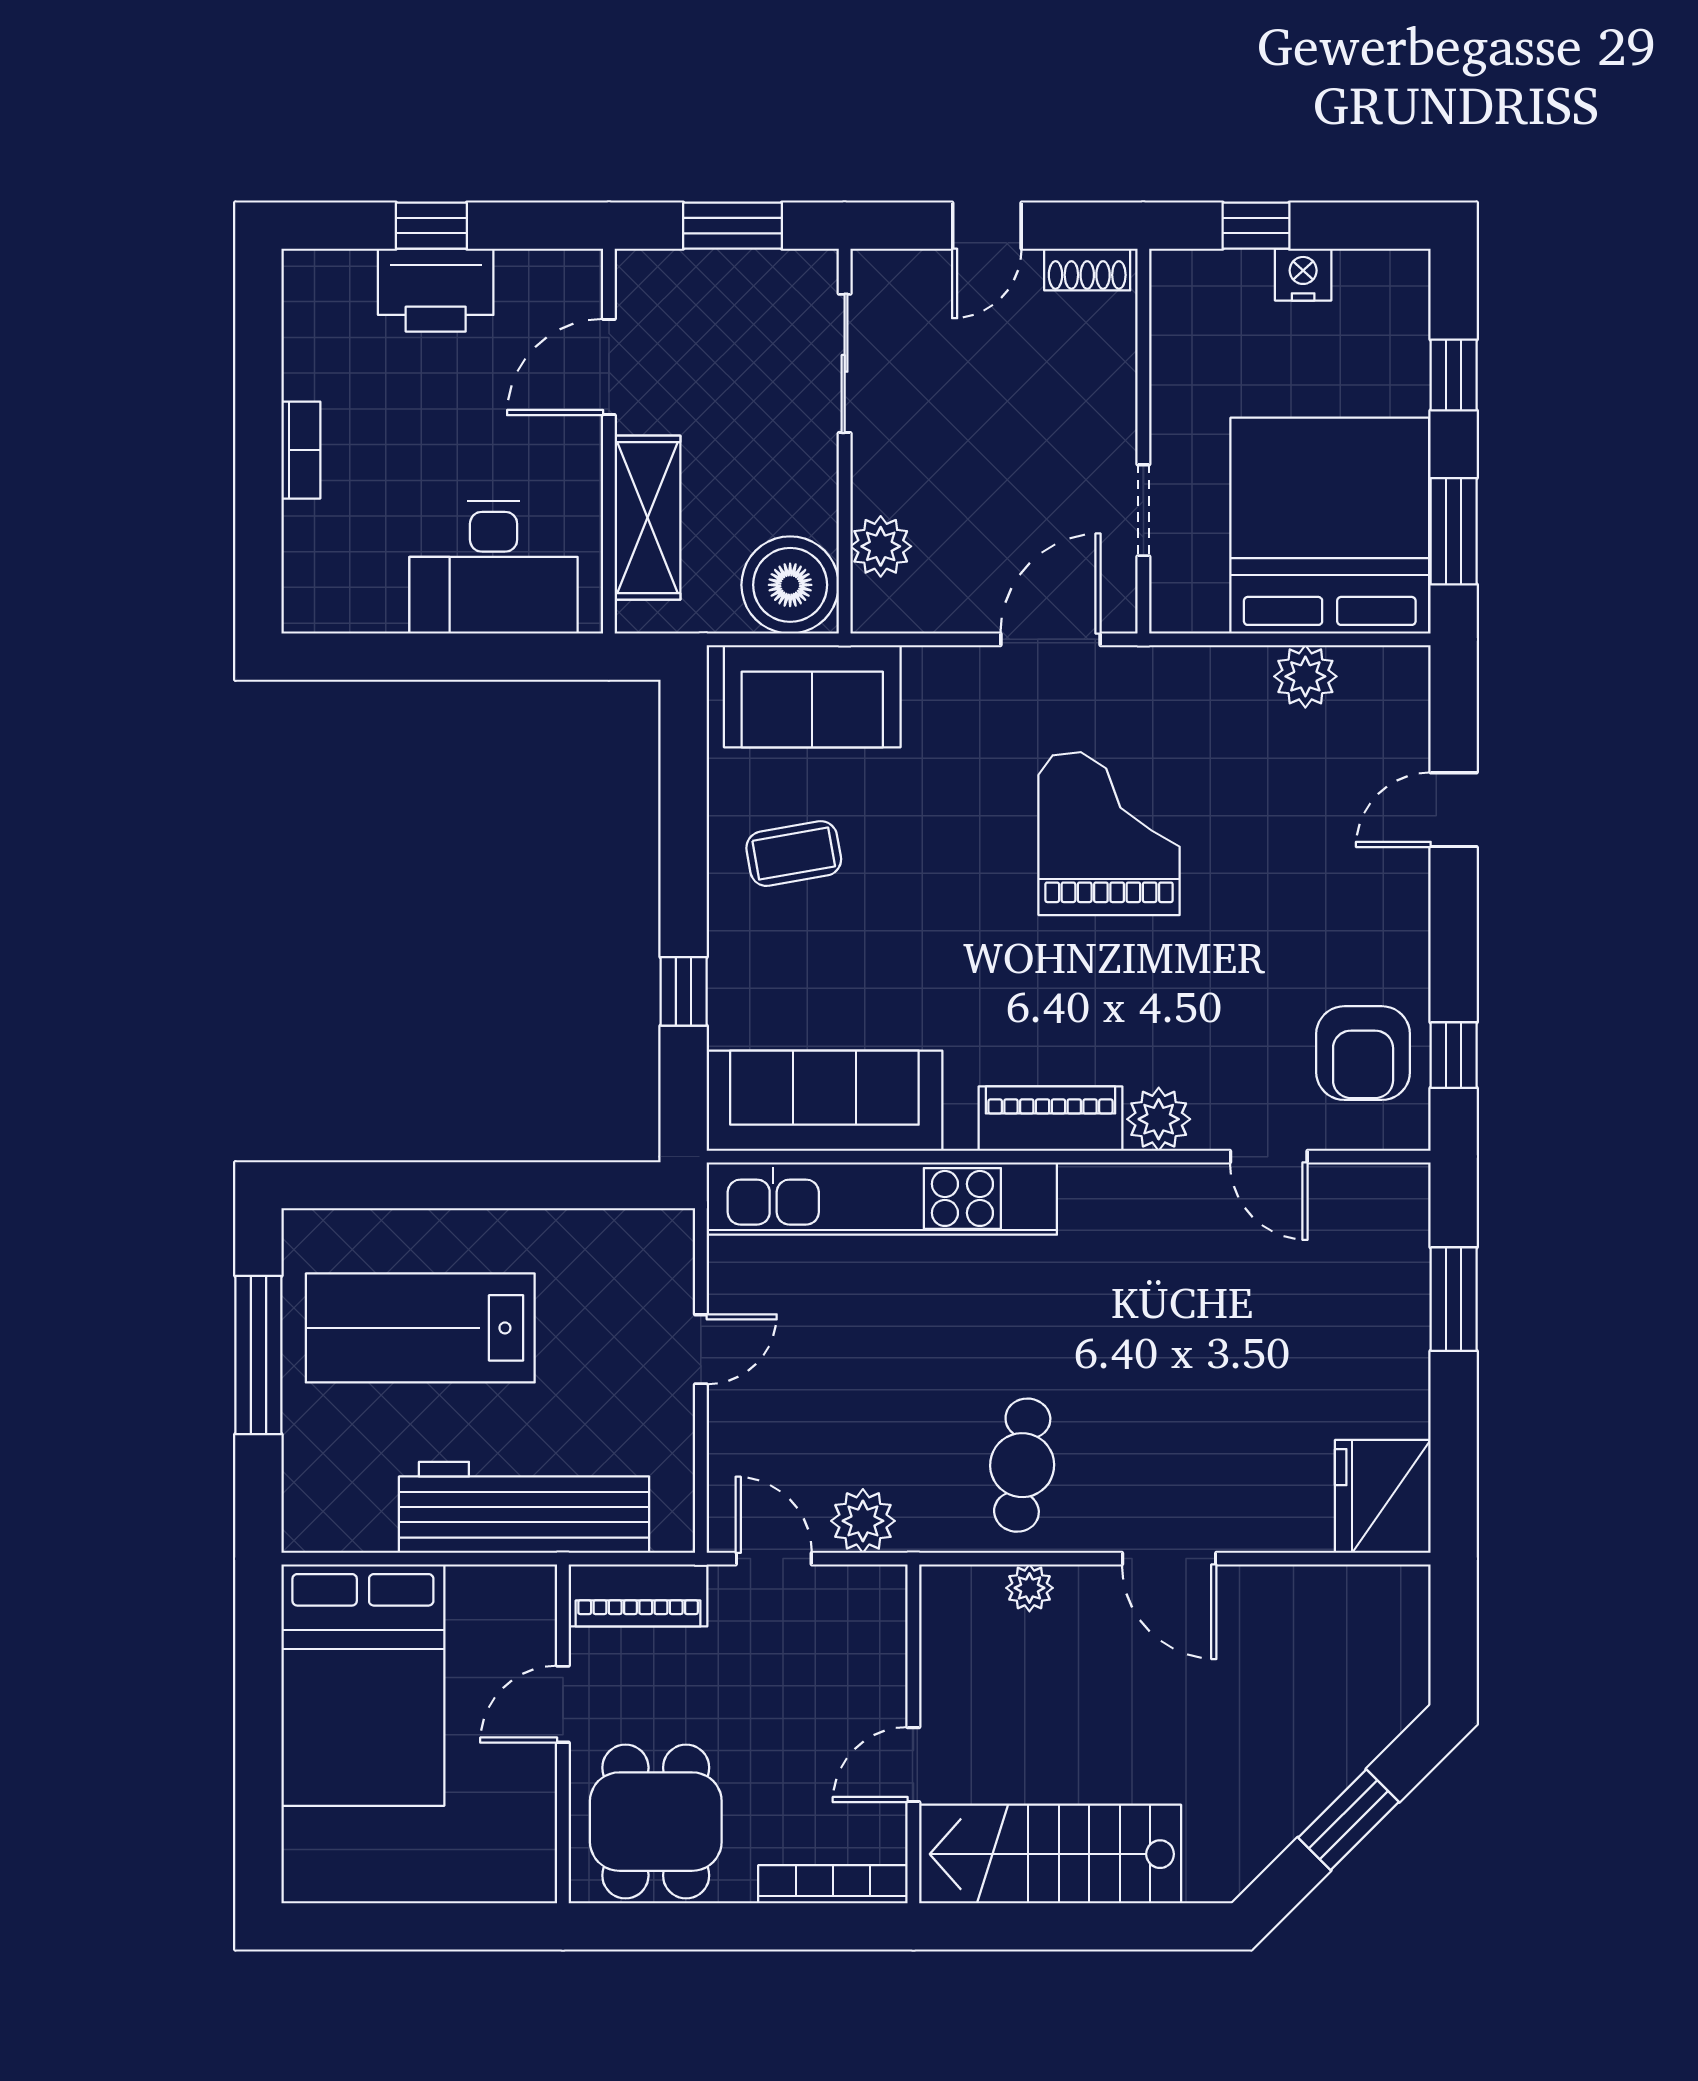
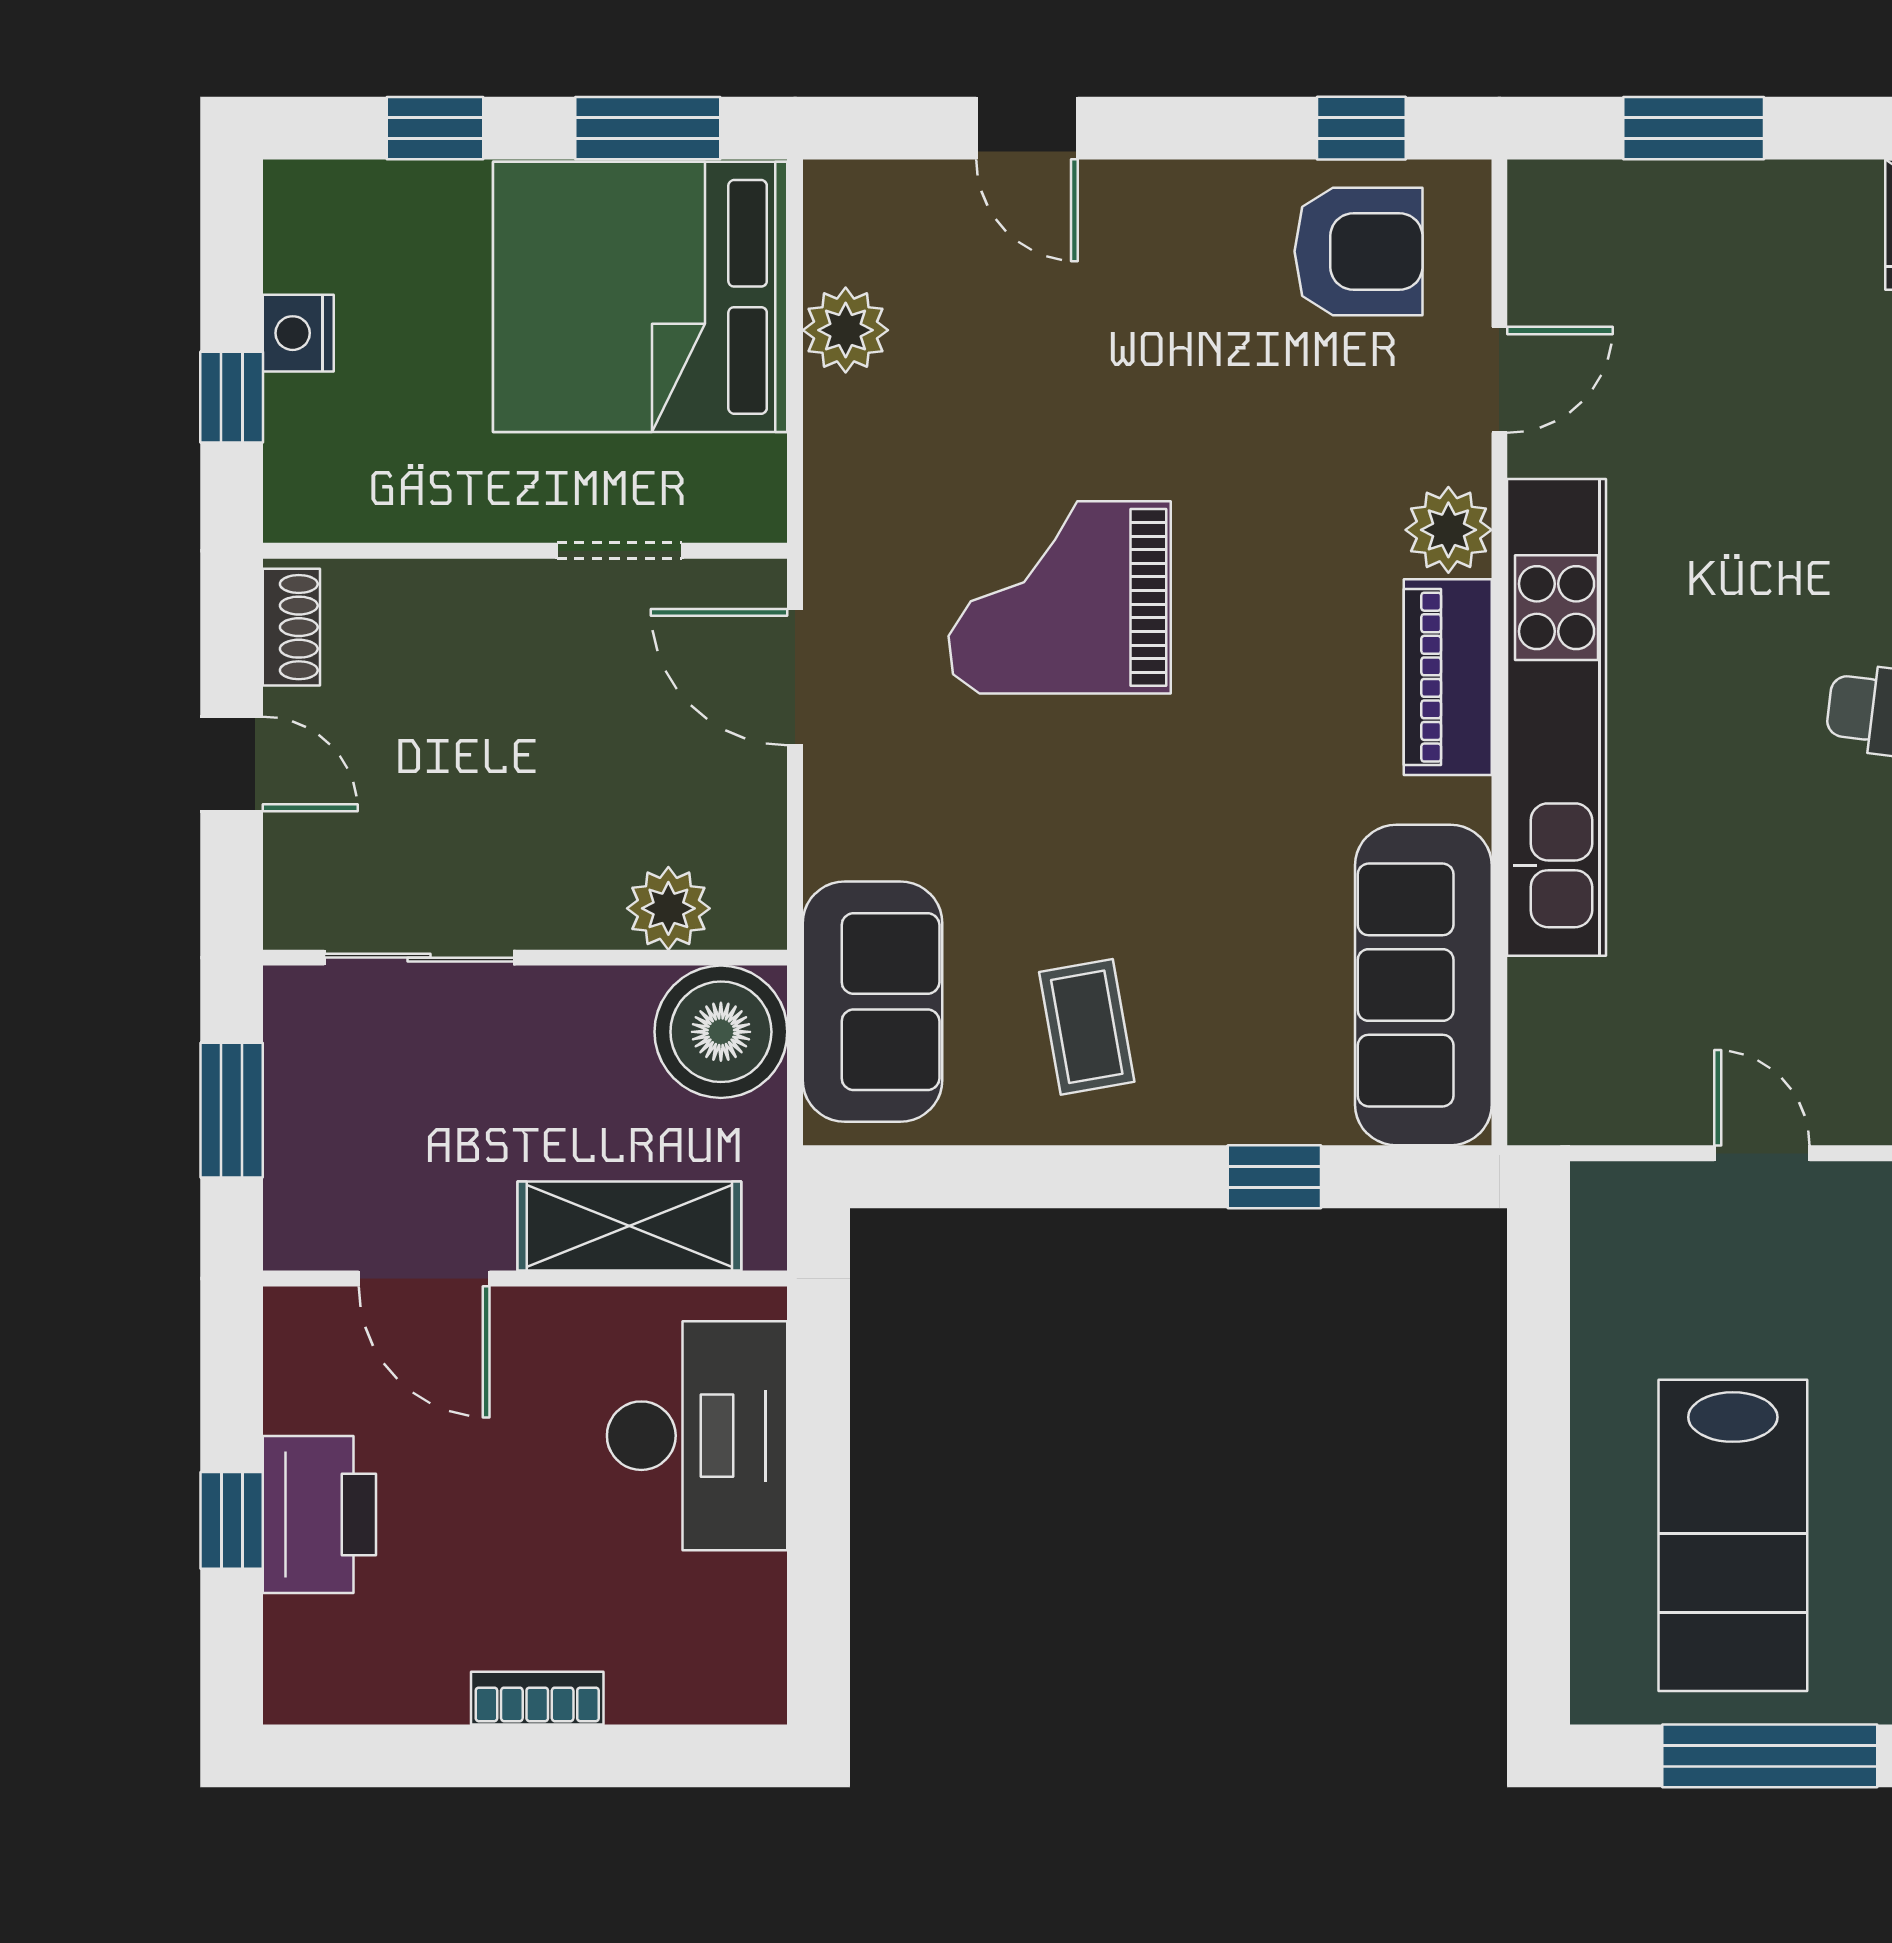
kitchen unit: (882, 1198) -> (1557, 717), moved

